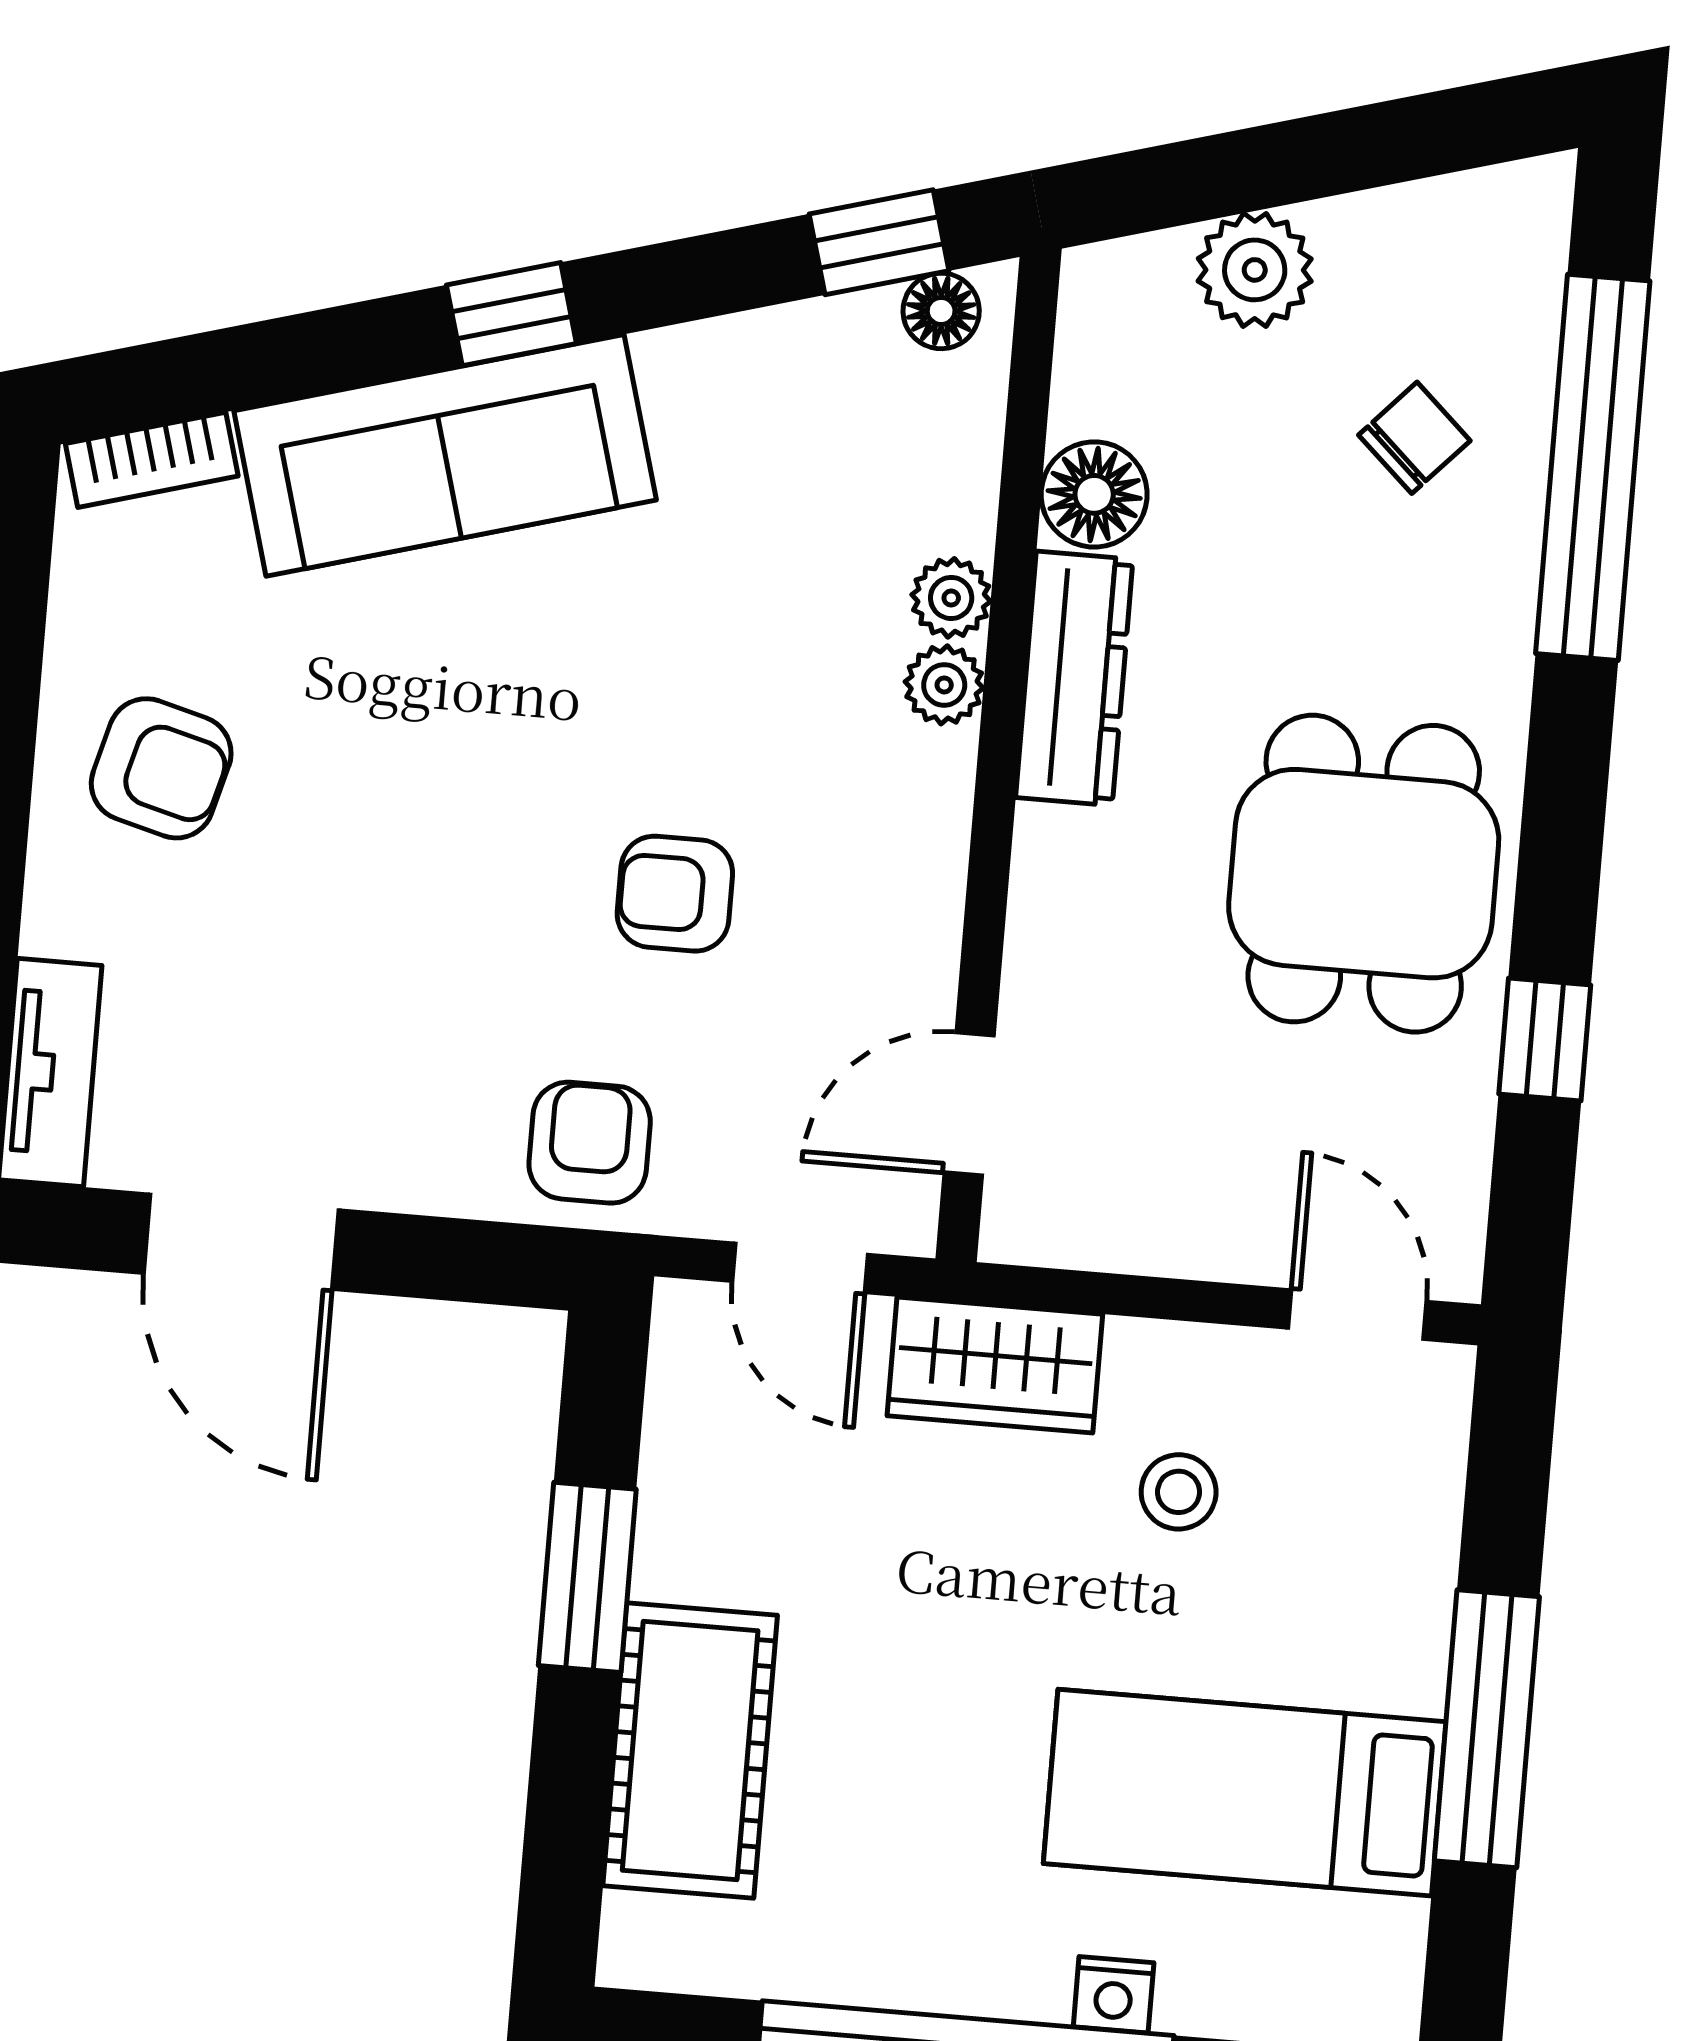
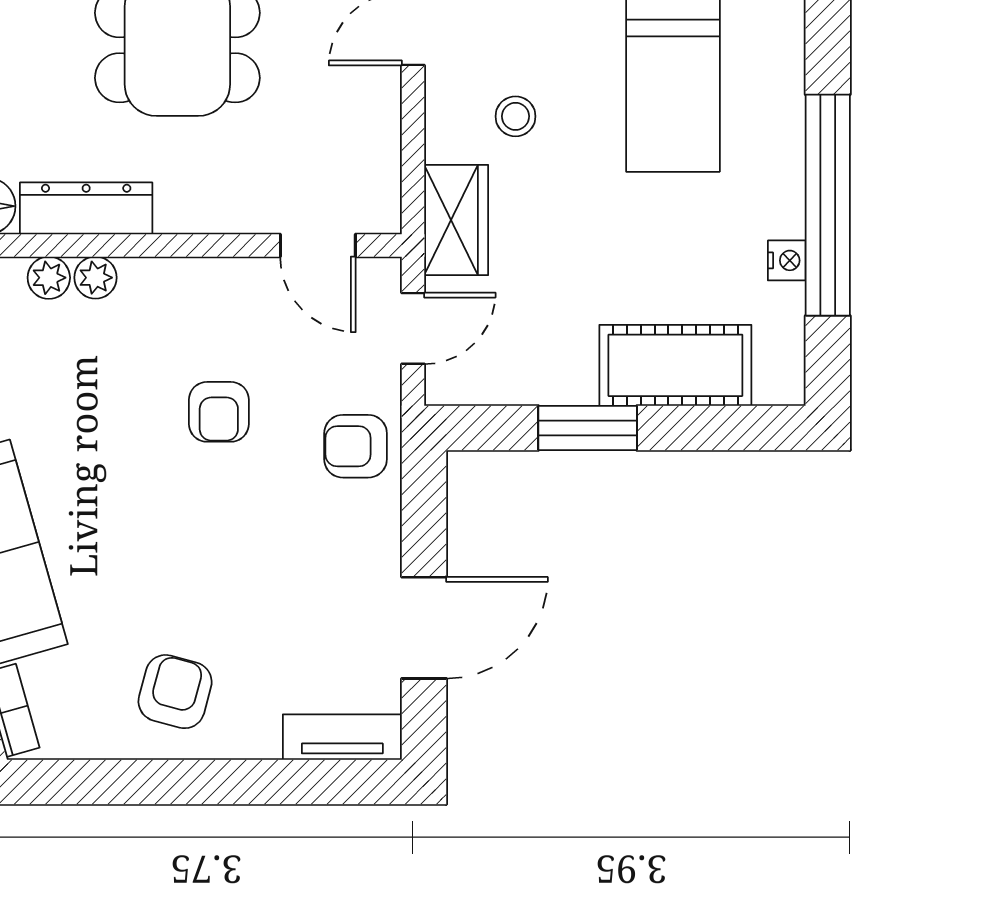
nightstand: (1114, 1995) -> (787, 260), moved

